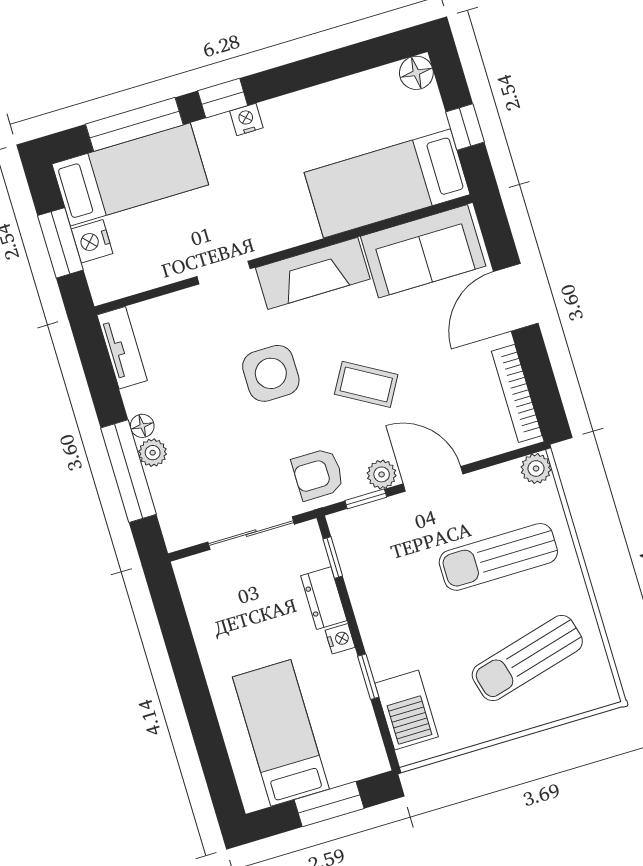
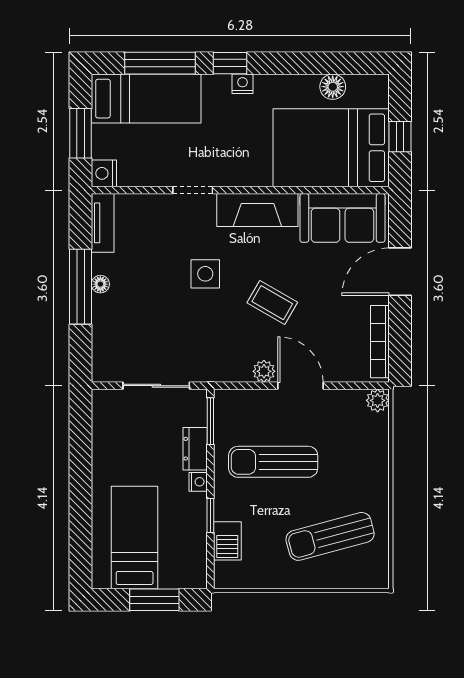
floor lamp: (416, 73) -> (333, 87), moved
bed: (387, 183) -> (331, 148), width x1.50
nightstand: (92, 241) -> (104, 173), moved
side table: (271, 373) -> (205, 274), width x0.73, depth x0.73
plant: (153, 453) -> (102, 306), removed
window: (129, 471) -> (81, 287), moved
armchair: (318, 474) -> (218, 357), removed
window: (366, 499) -> (247, 386), removed
sun lounger: (498, 557) -> (273, 462), moved
window: (333, 558) -> (210, 421), width x1.50
barbecue: (406, 710) -> (227, 541), width x0.73, depth x0.79

